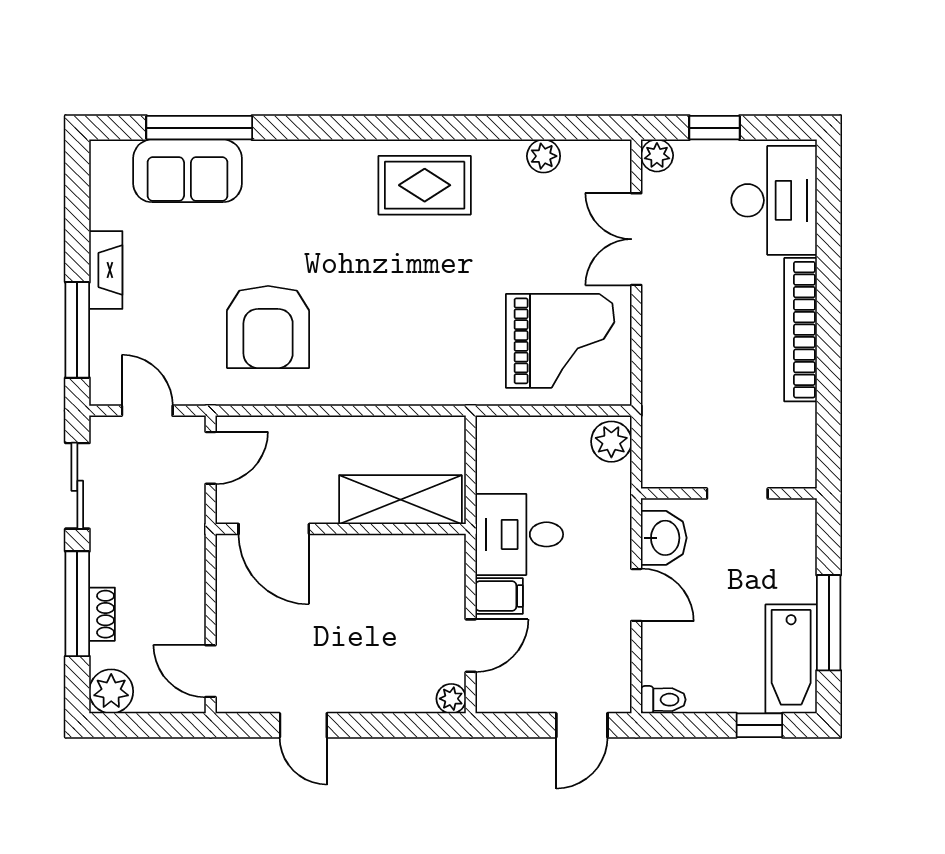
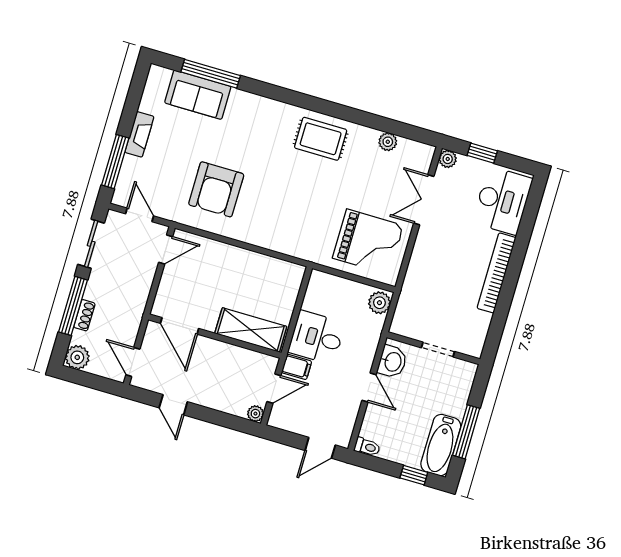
shelving: (400, 500) -> (251, 330), moved
door: (274, 529) -> (180, 326), moved
wall: (341, 529) -> (215, 336), moved

